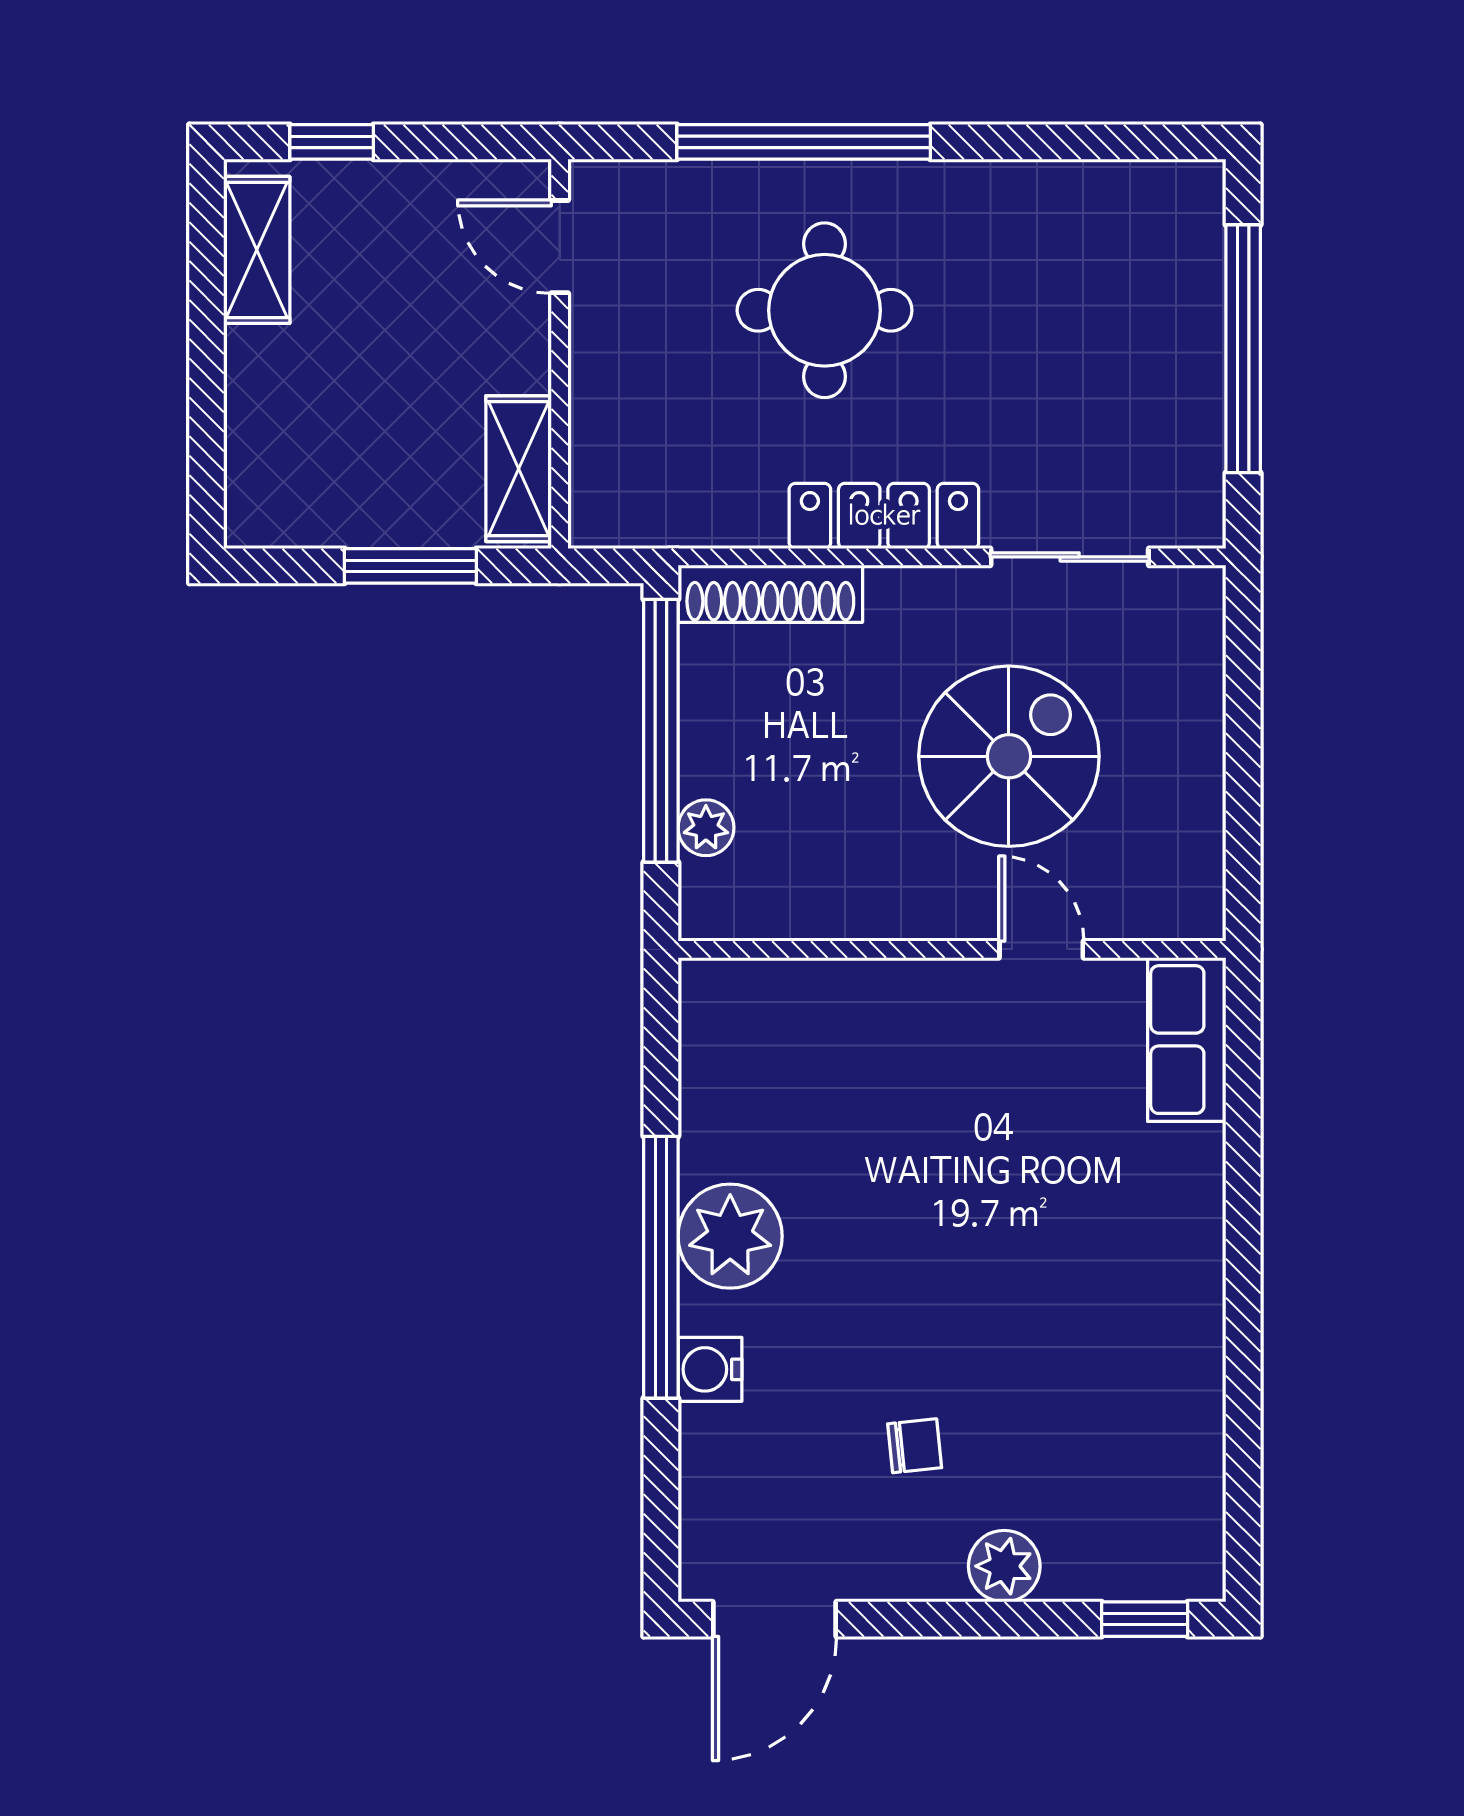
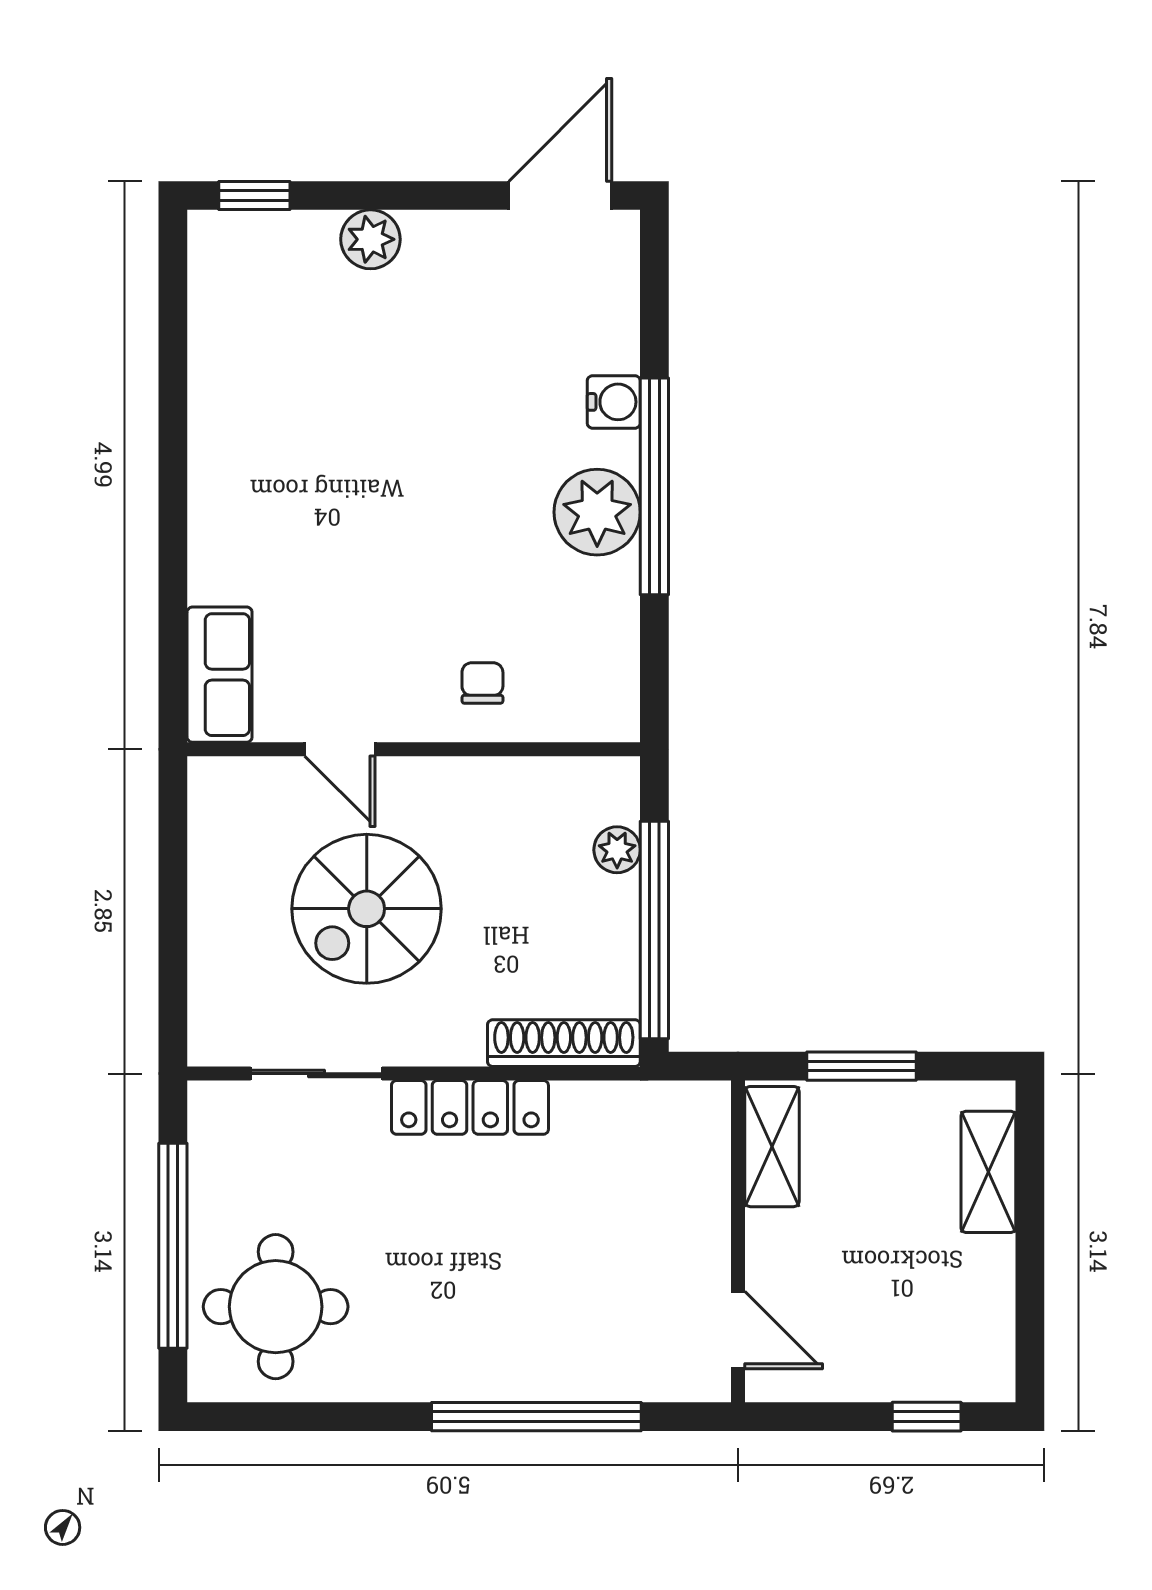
shelving: (257, 250) -> (988, 1172), moved
round table: (825, 310) -> (276, 1307), moved
chair: (915, 1446) -> (482, 683), moved, turned 96

